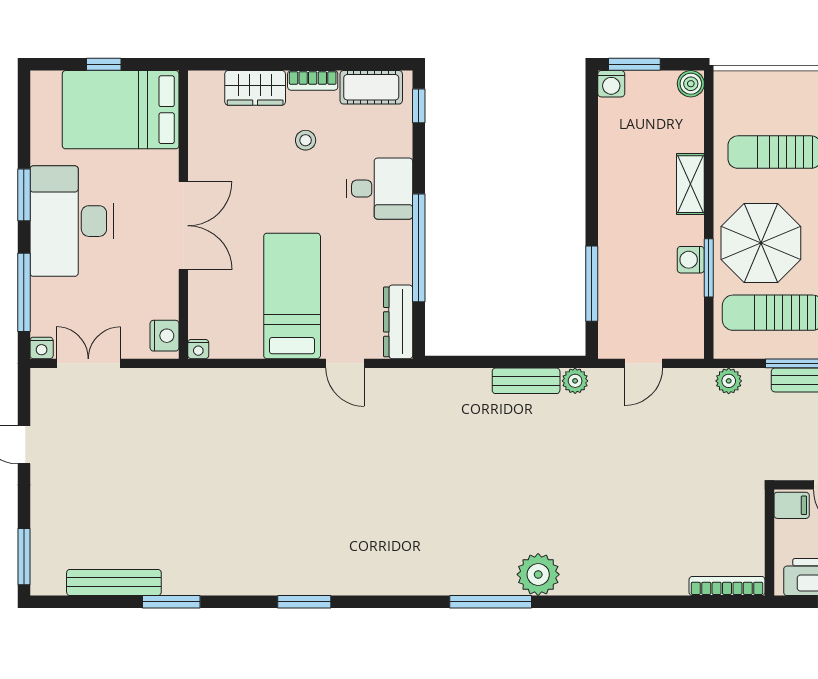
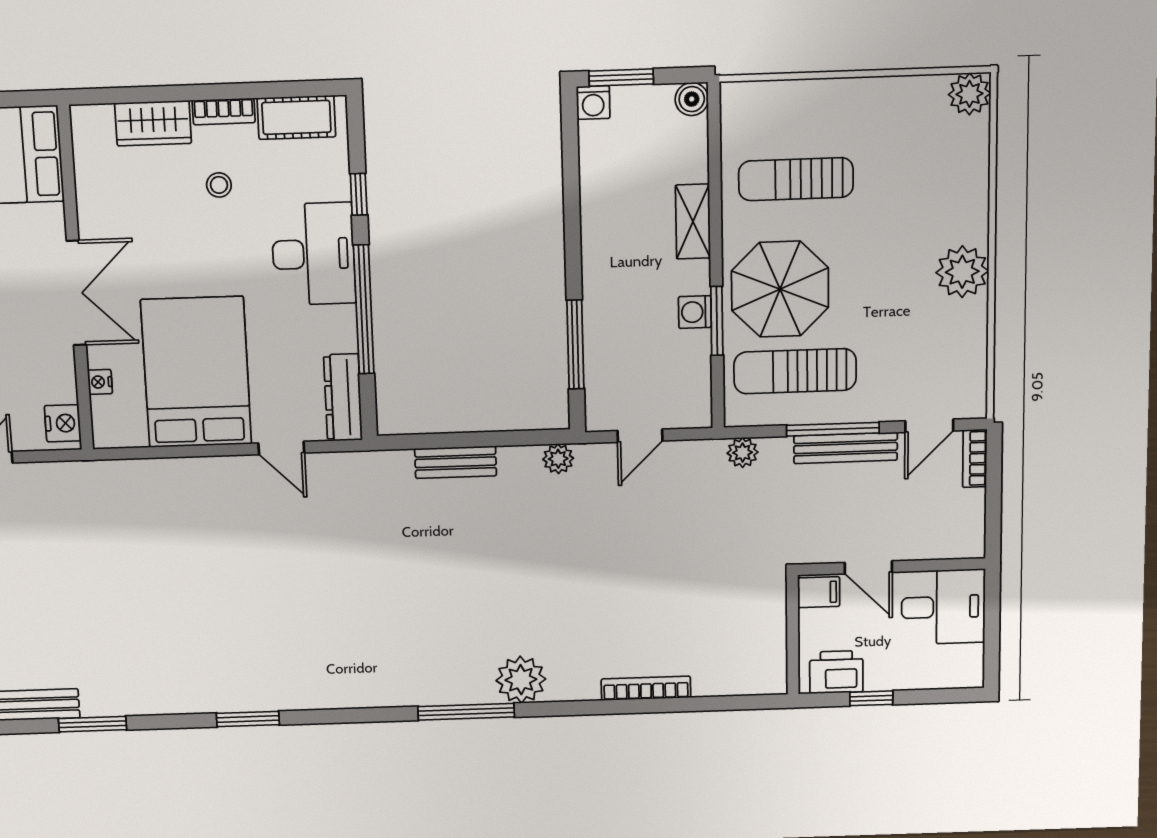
window: (419, 106) -> (359, 194), moved
desk: (380, 189) -> (313, 254), width x1.37
bed: (292, 296) -> (196, 372), width x1.50
nightstand: (198, 349) -> (100, 382), moved, turned 90
bench: (526, 381) -> (456, 462), moved
bookcase: (727, 586) -> (646, 688), moved

